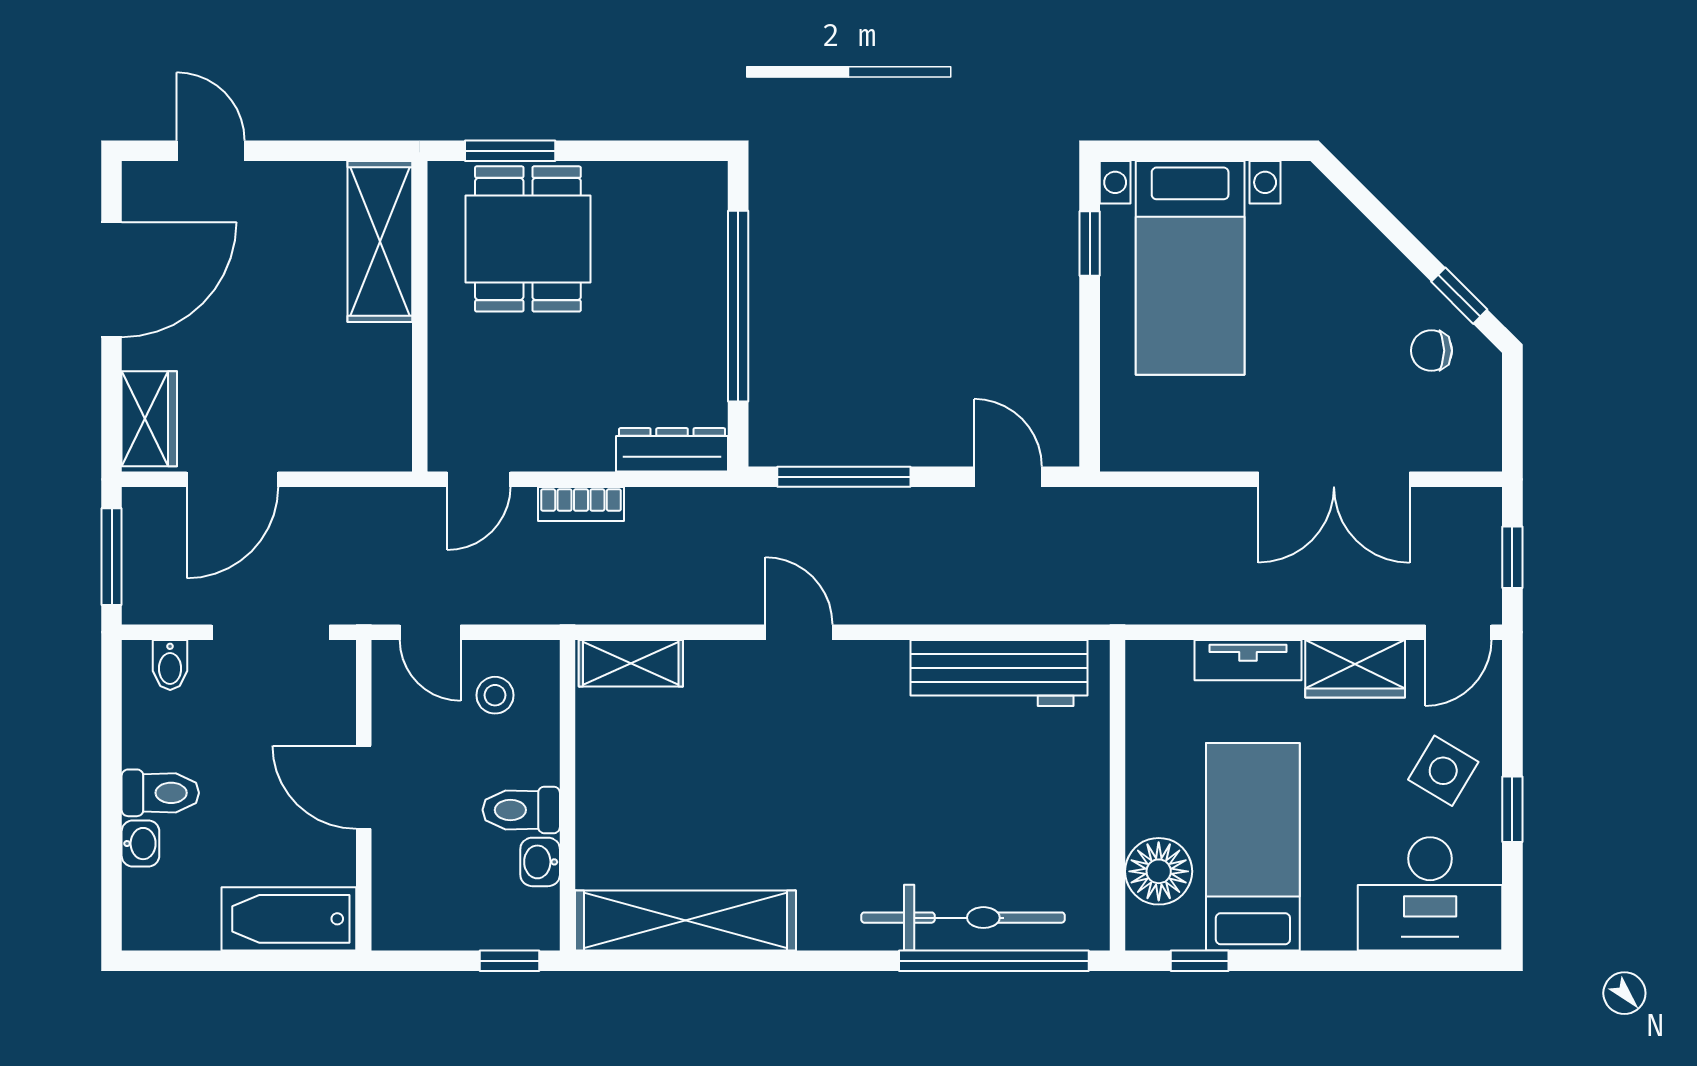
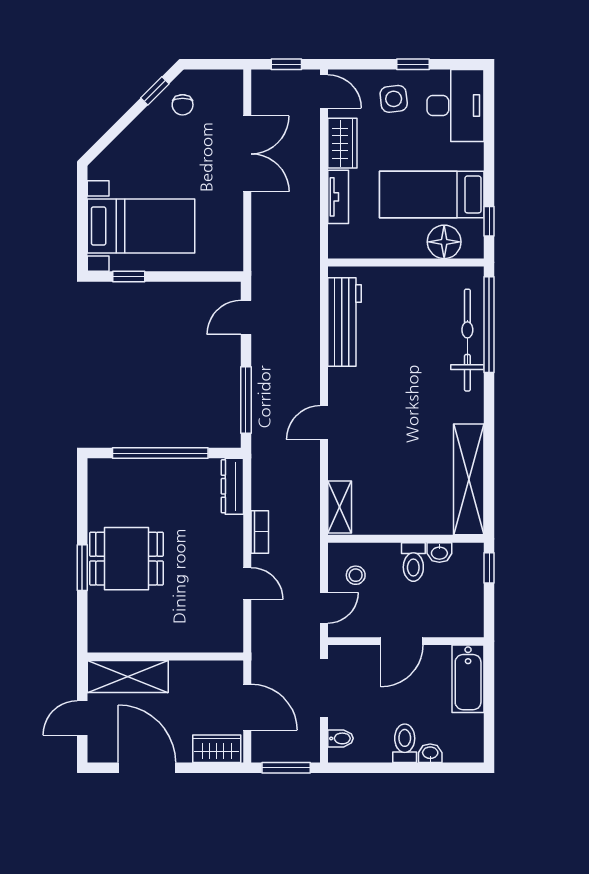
shelving: (380, 242) -> (128, 677), moved
wall: (420, 316) -> (165, 657), moved
side table: (1443, 771) -> (394, 99), turned -37

